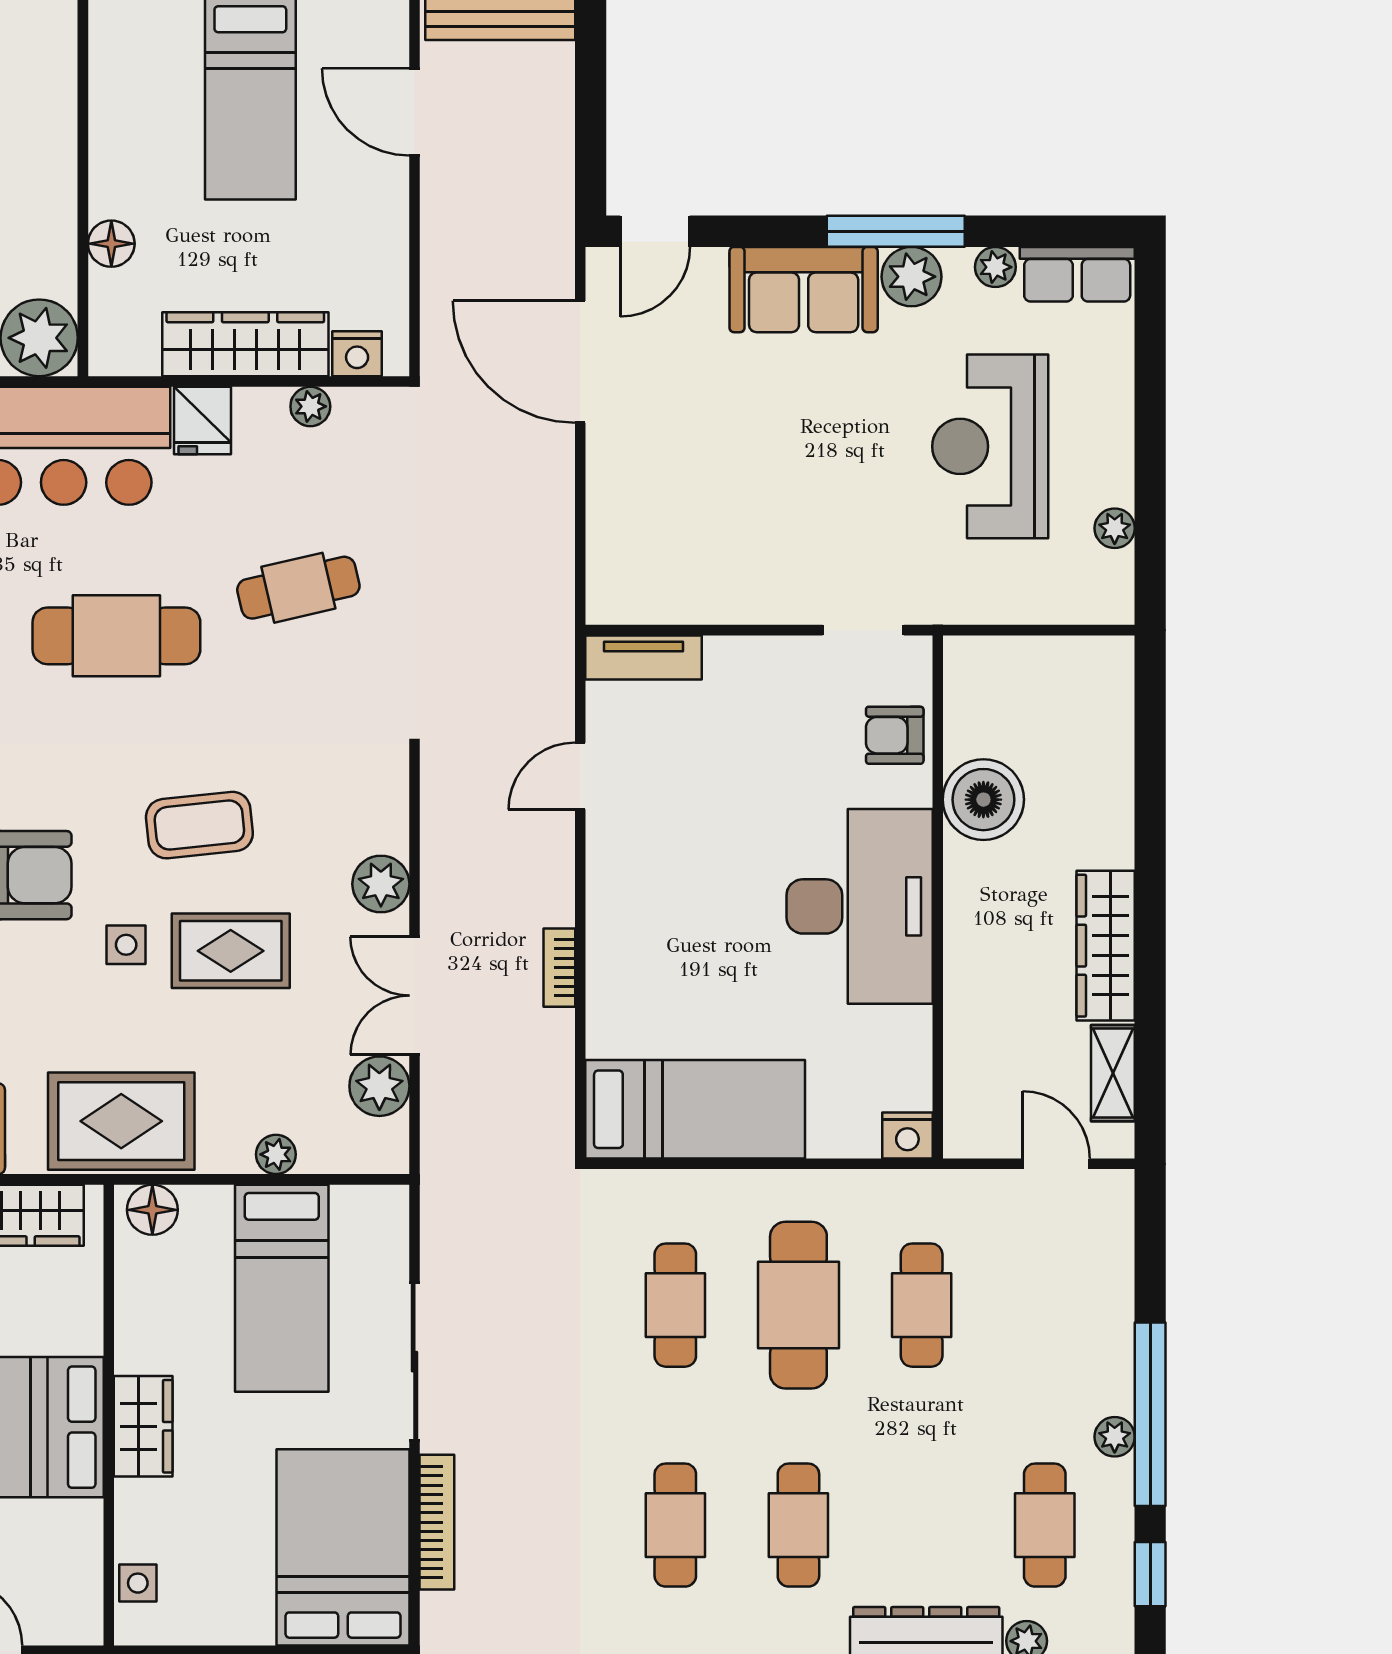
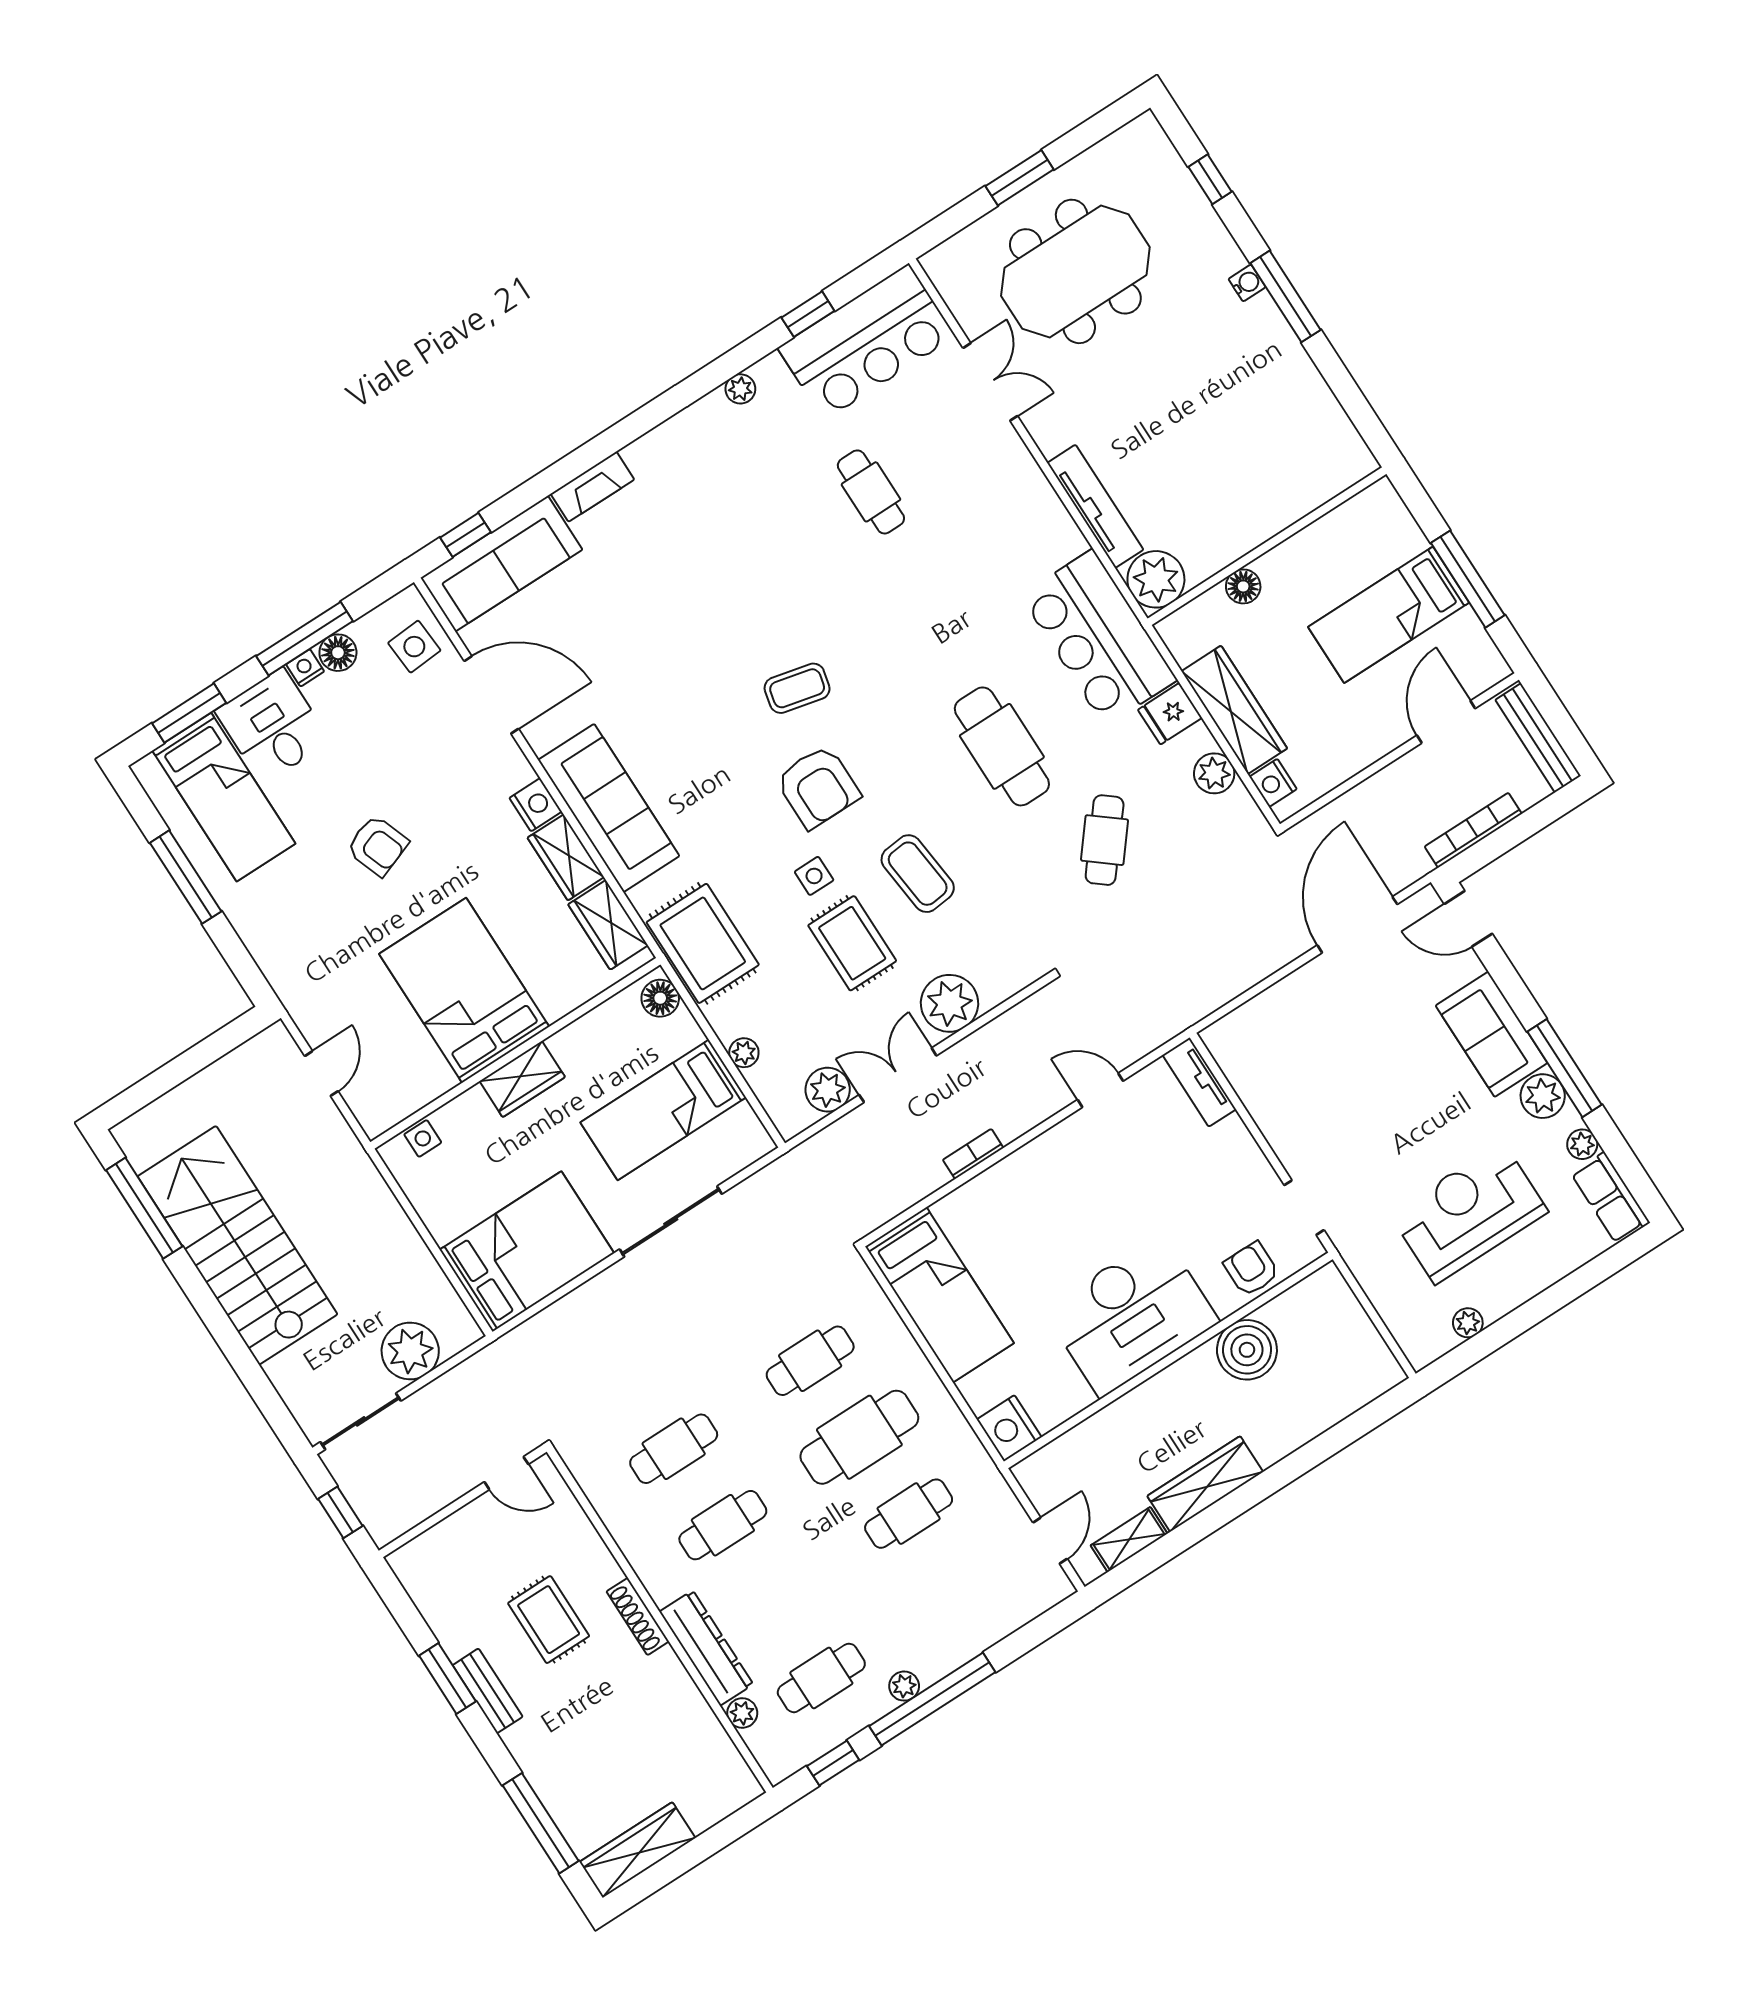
plant: (310, 406) -> (1214, 773), width x1.38, depth x1.38
cafe table: (298, 588) -> (1105, 840), turned 52
plant: (381, 884) -> (950, 1003), width x1.36, depth x1.36
nightstand: (907, 1136) -> (1009, 1428), width x1.36, depth x1.33
bookcase: (437, 1522) -> (1473, 830), moved, turned 180

